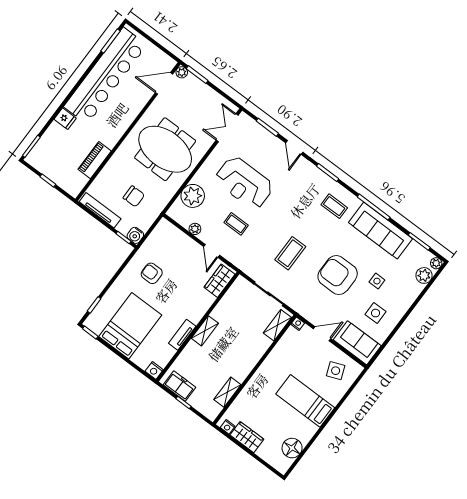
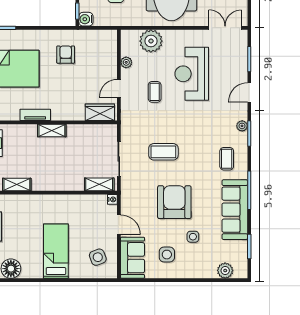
plant: (436, 263) -> (242, 126), moved

